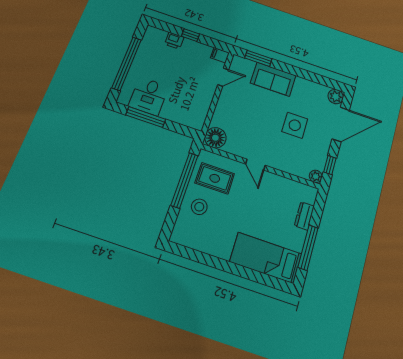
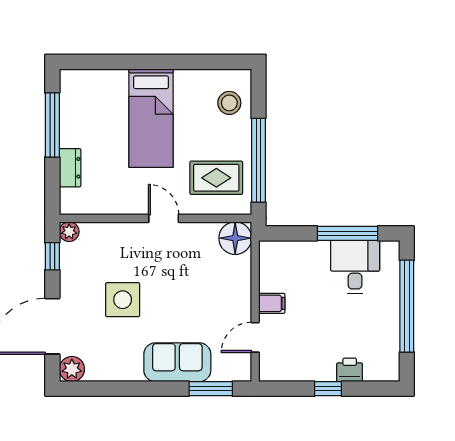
filing cabinet: (220, 55) -> (272, 303), moved
stool: (199, 207) -> (229, 103), moved
bed: (266, 258) -> (151, 118), moved, turned 90

